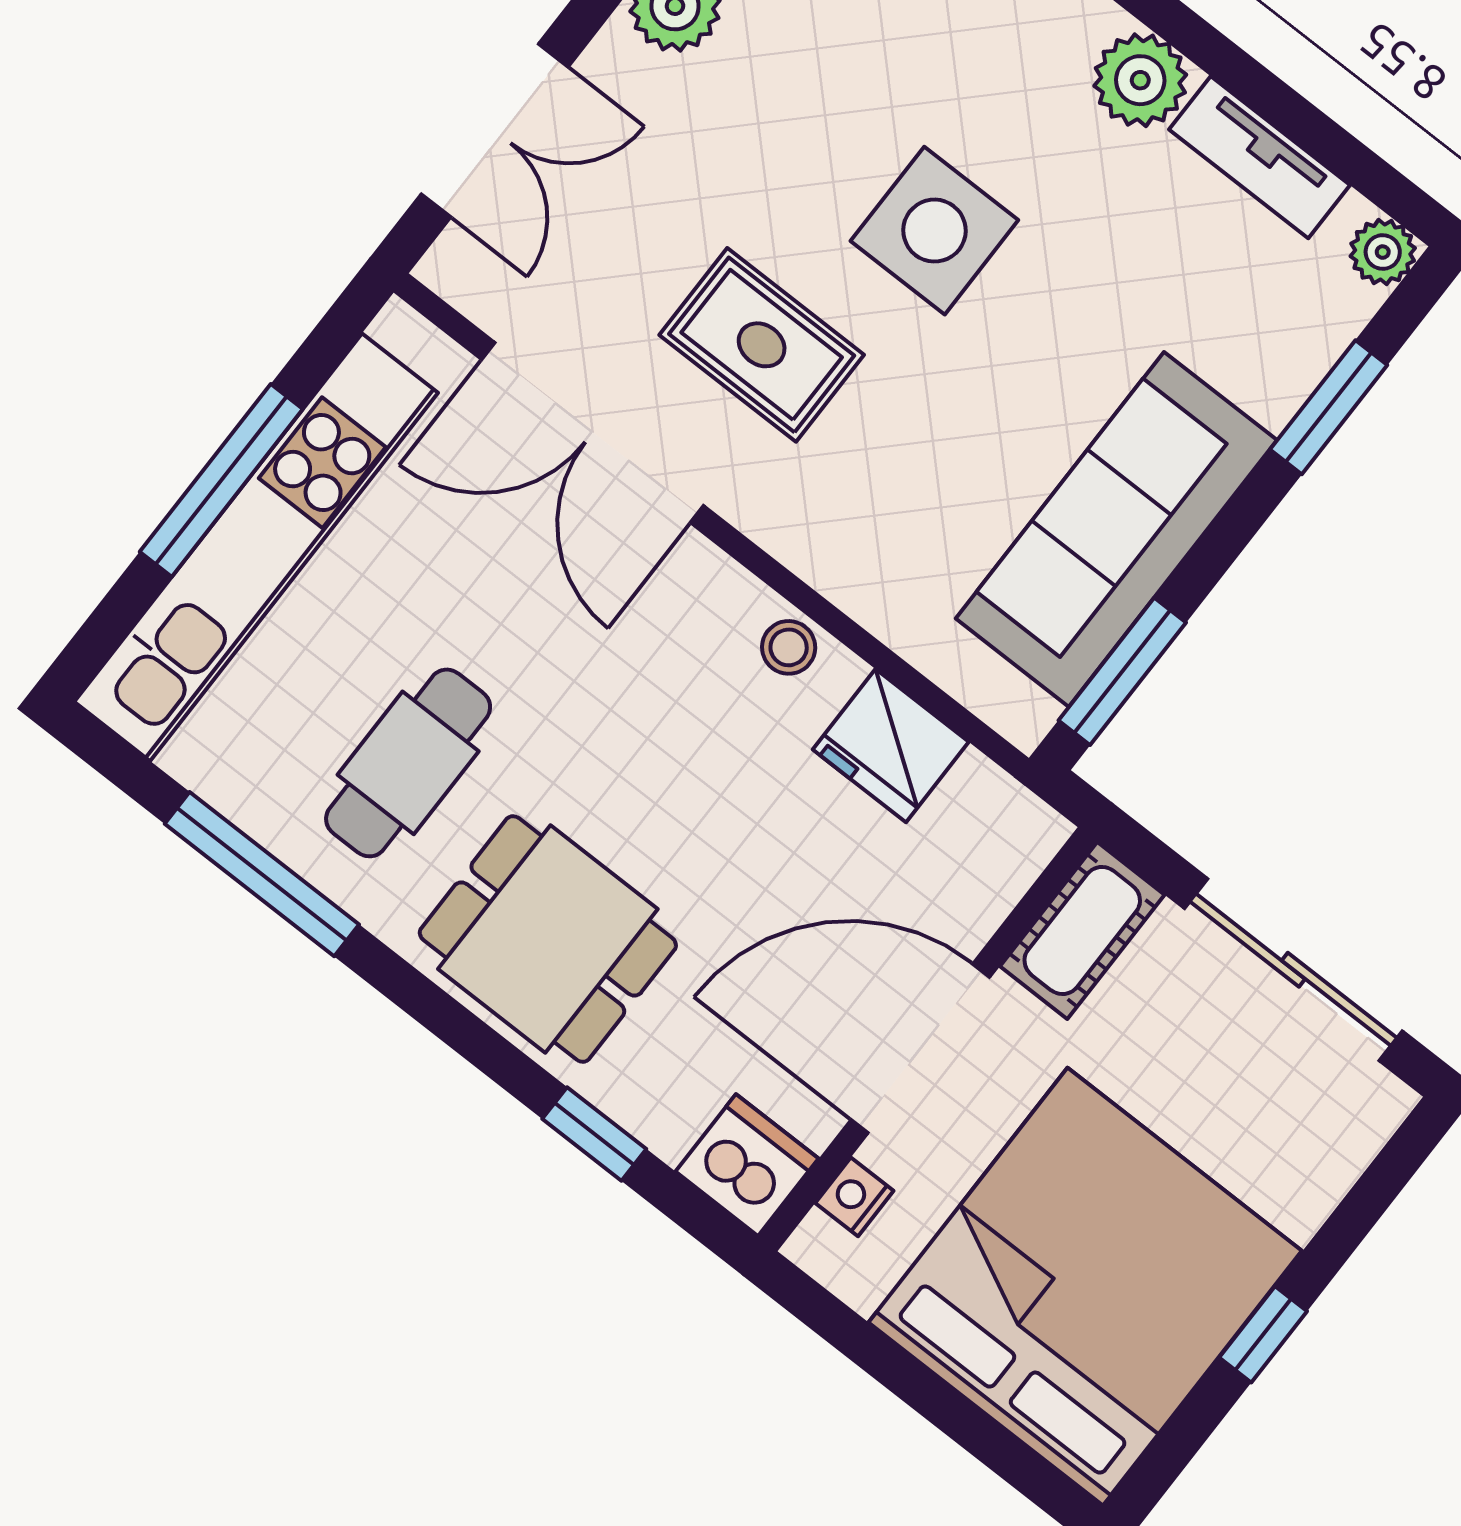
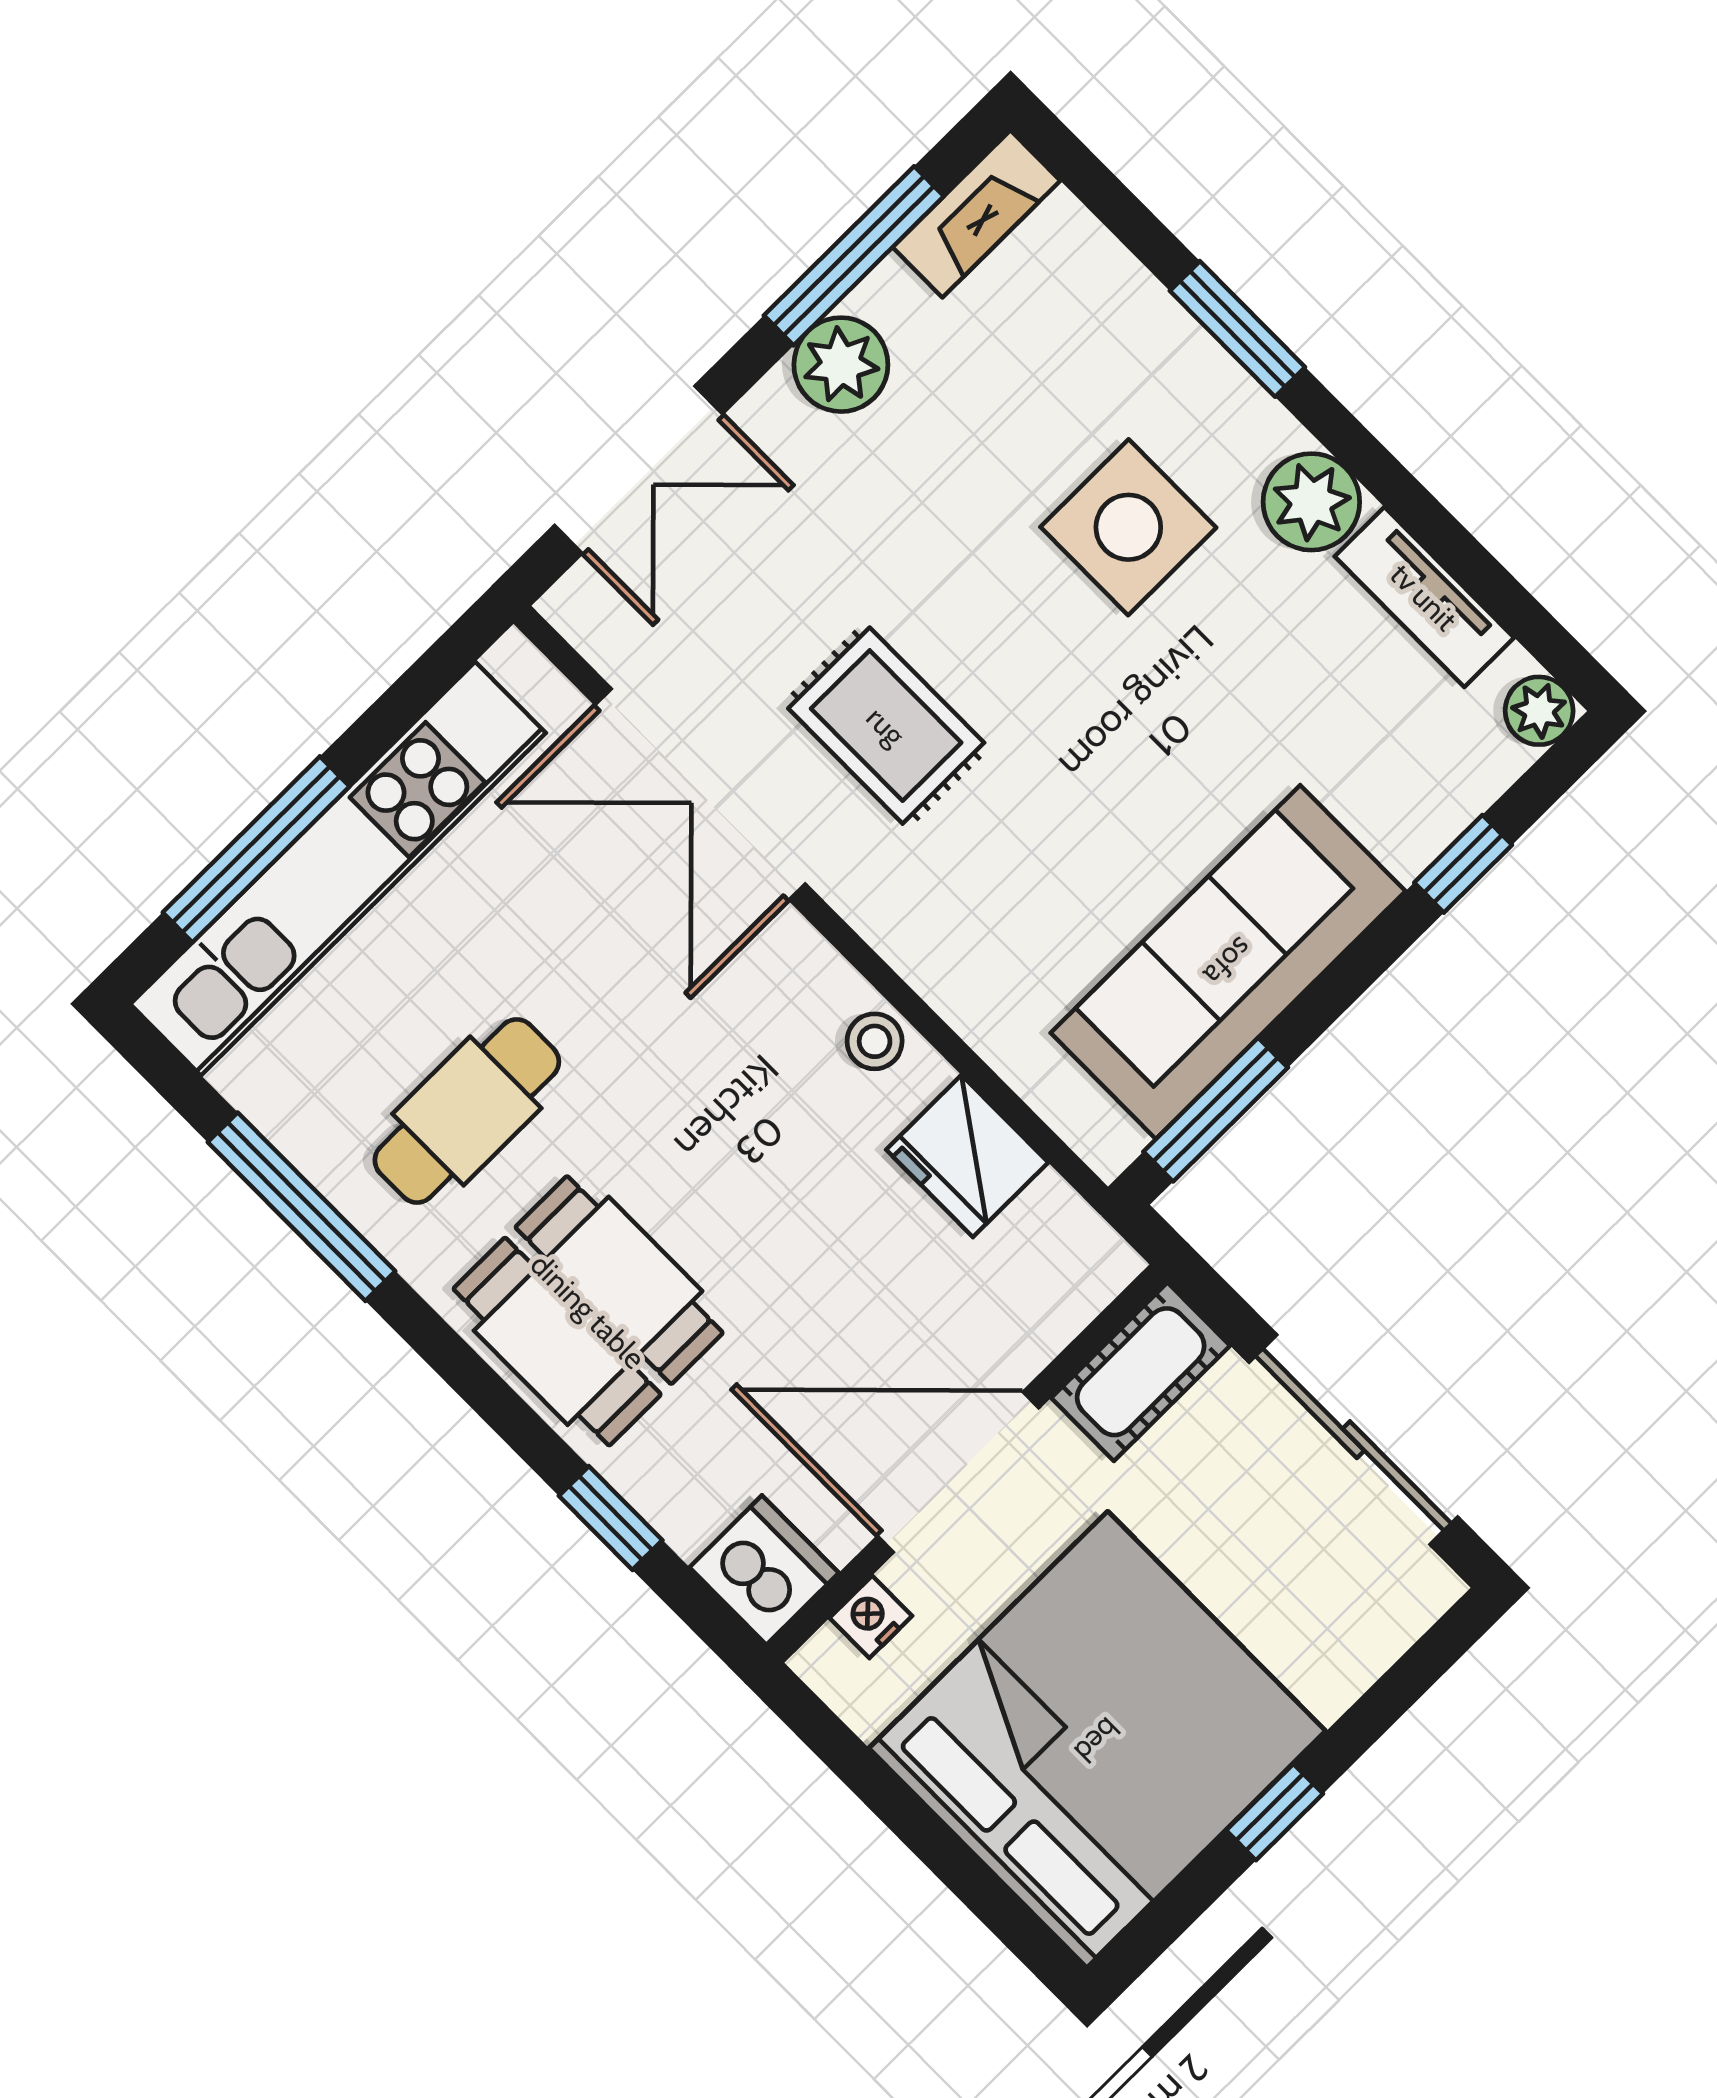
side table: (934, 231) -> (1128, 527), moved
window: (1329, 407) -> (1463, 864), width x0.67
window: (221, 480) -> (256, 849), moved

